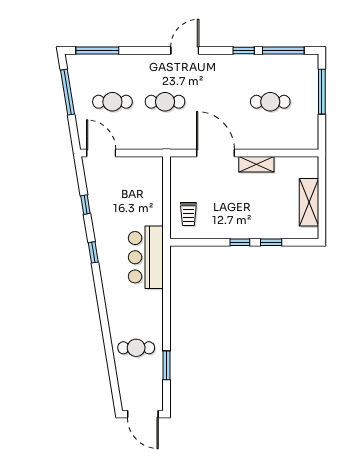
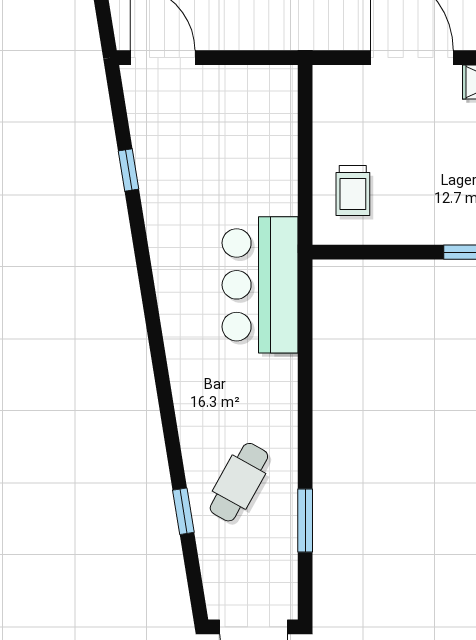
window: (93, 252) -> (183, 511), moved
cafe table: (136, 348) -> (239, 482), turned -61

